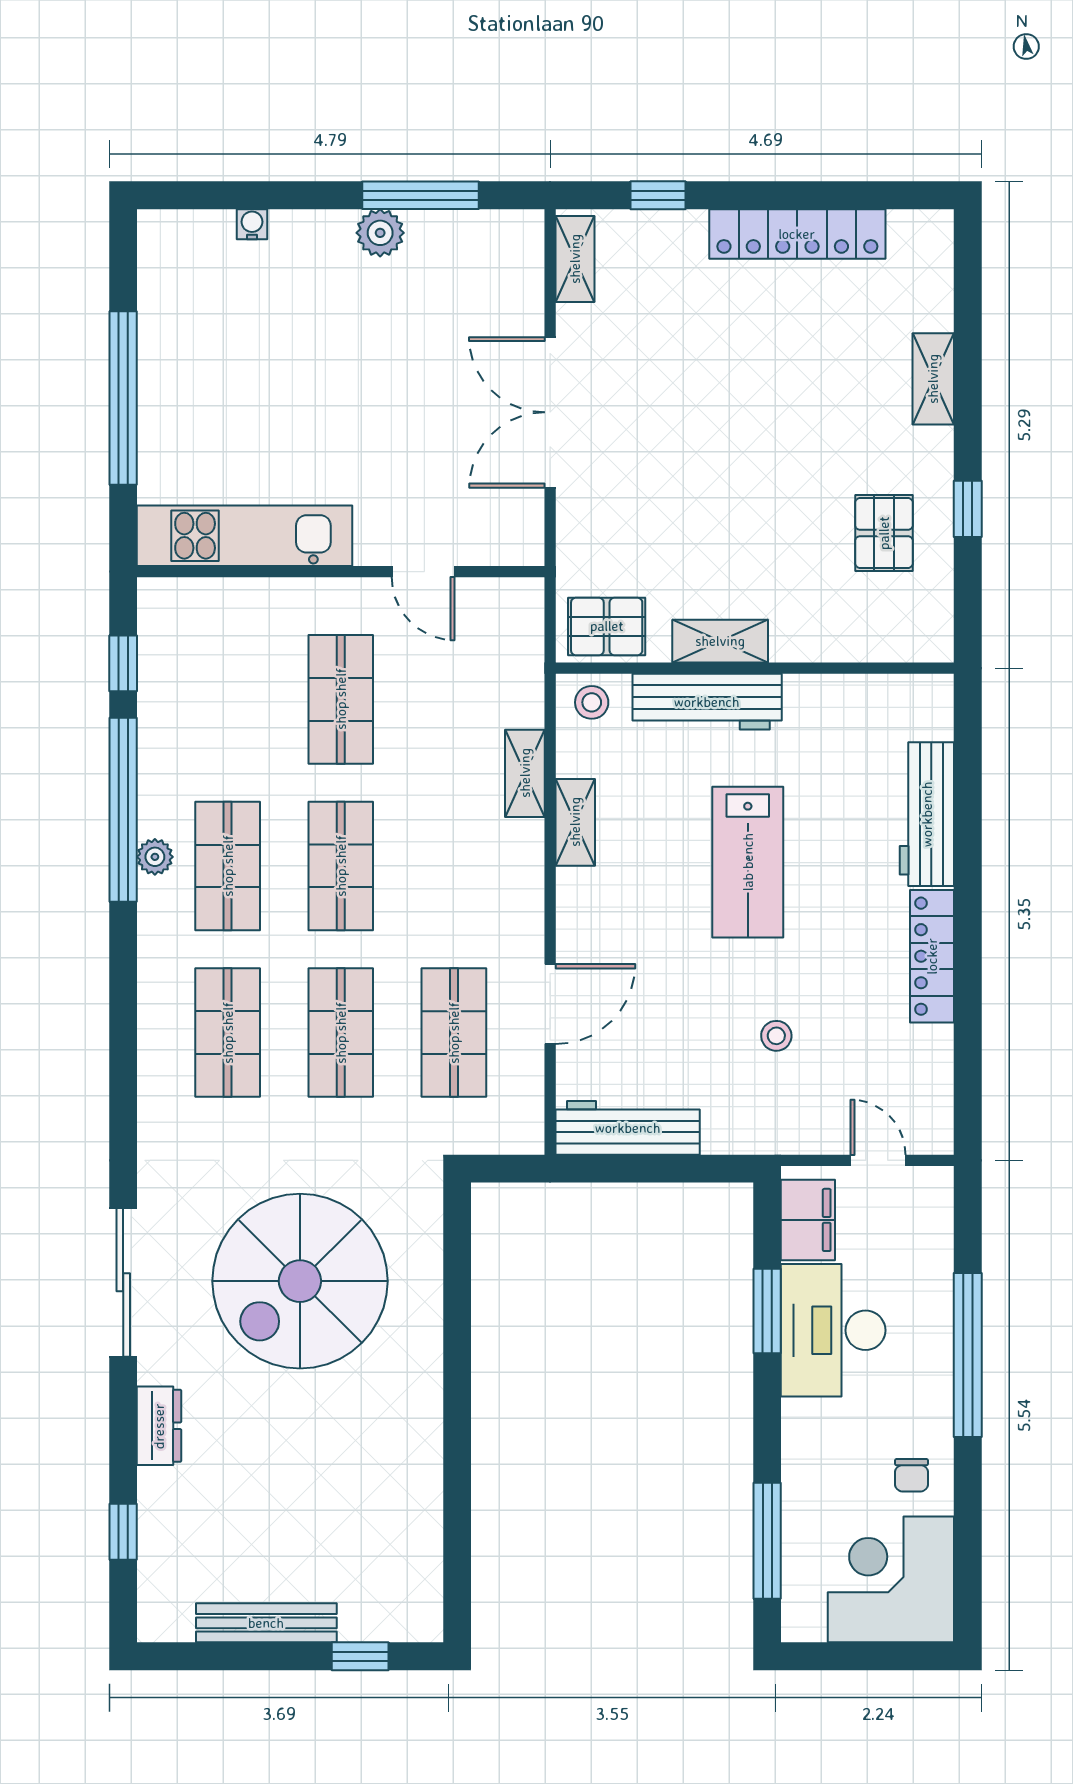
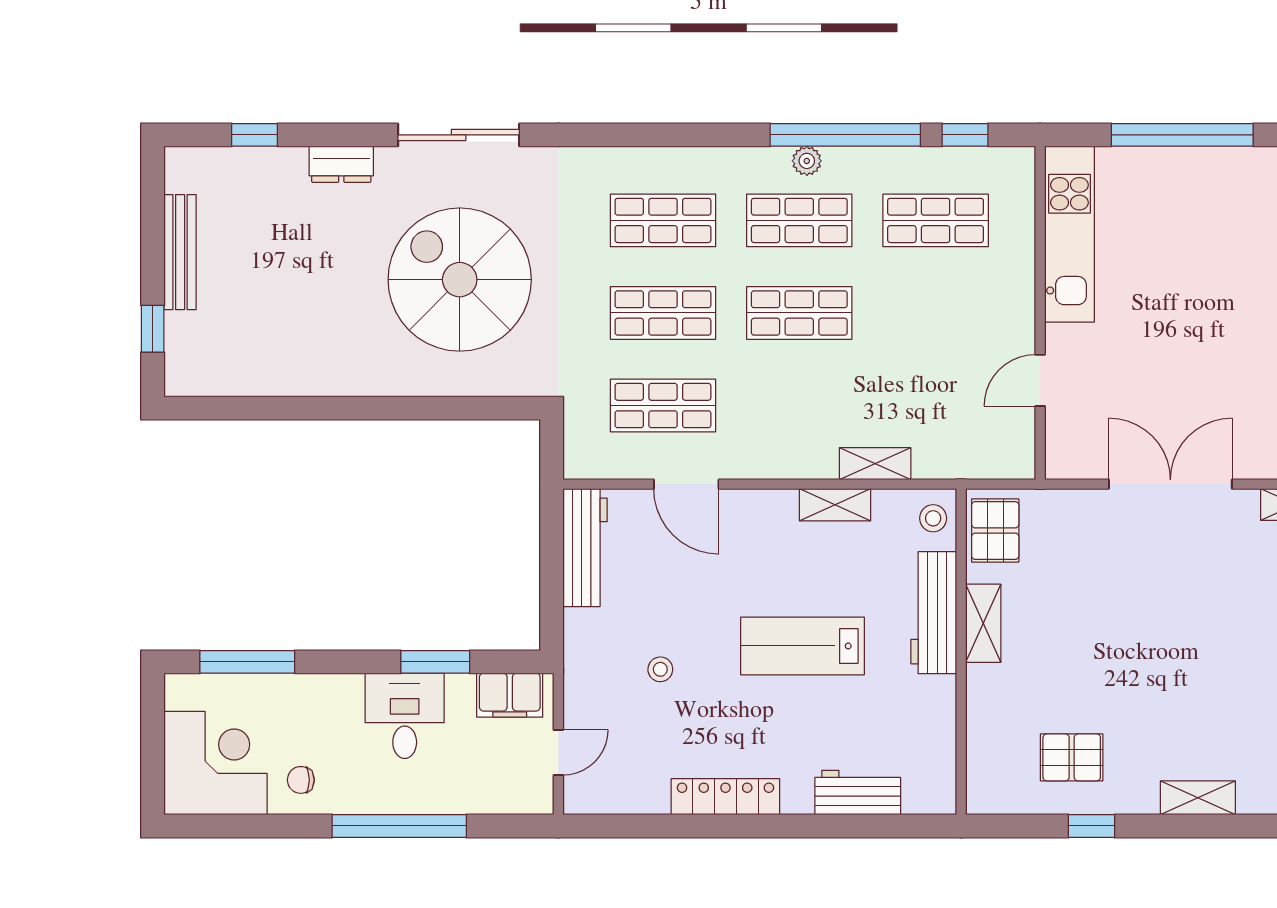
shop shelf: (341, 699) -> (936, 220), moved
workbench: (927, 814) -> (858, 793), width x0.73
desk: (833, 1330) -> (405, 716), width x0.73

